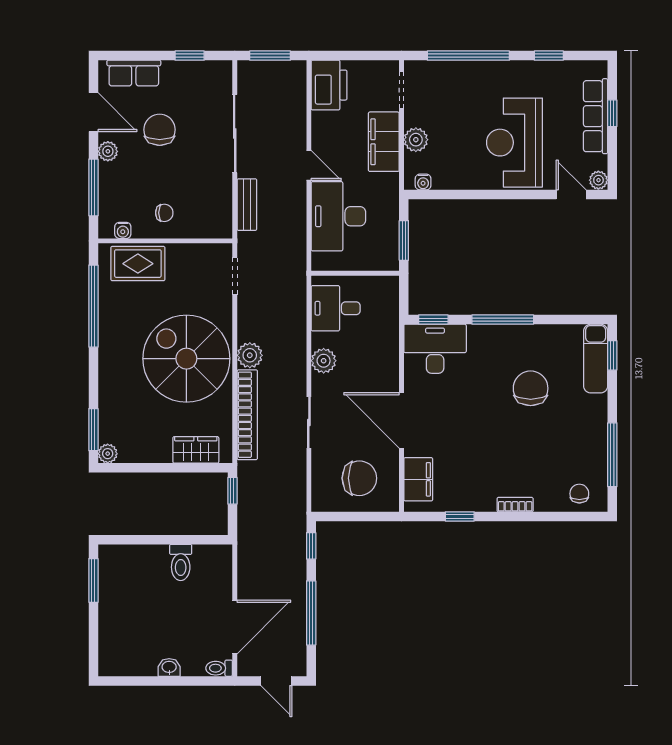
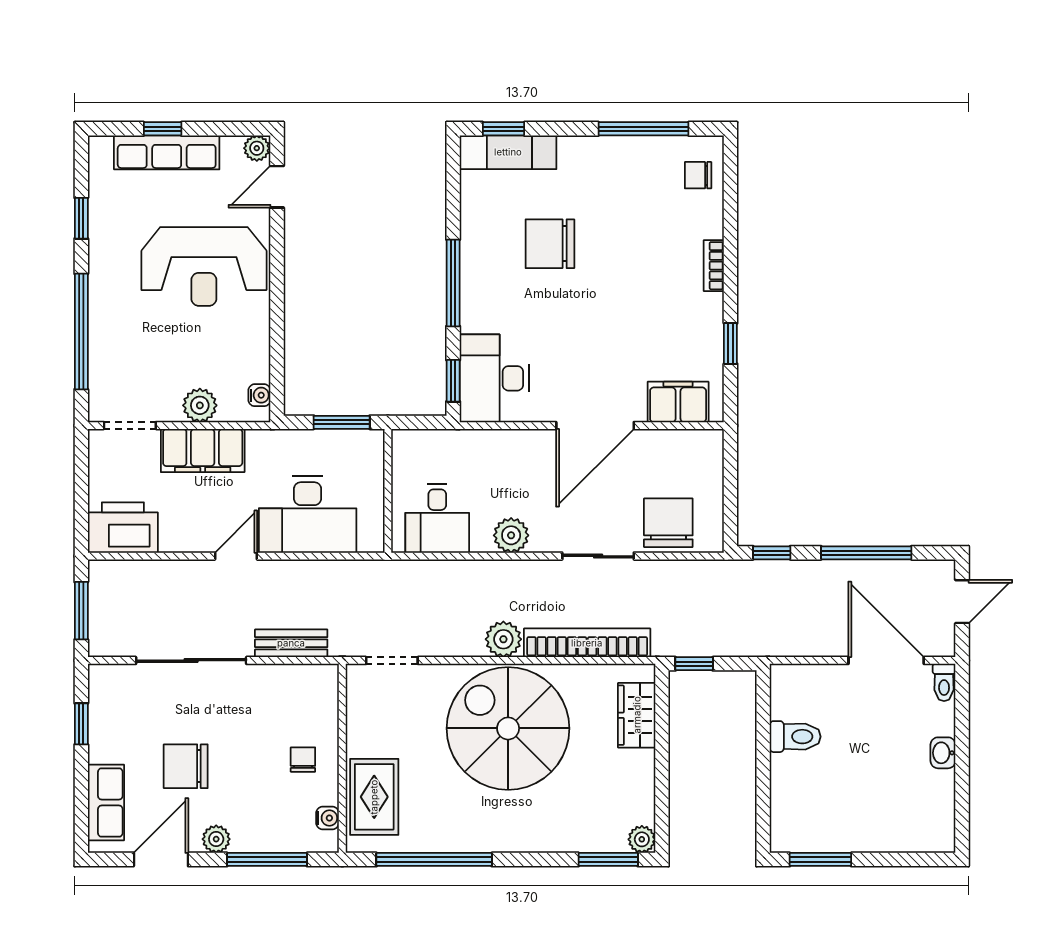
spiral stairs: (186, 359) -> (508, 728), turned 90
chair: (359, 478) -> (668, 523), moved

